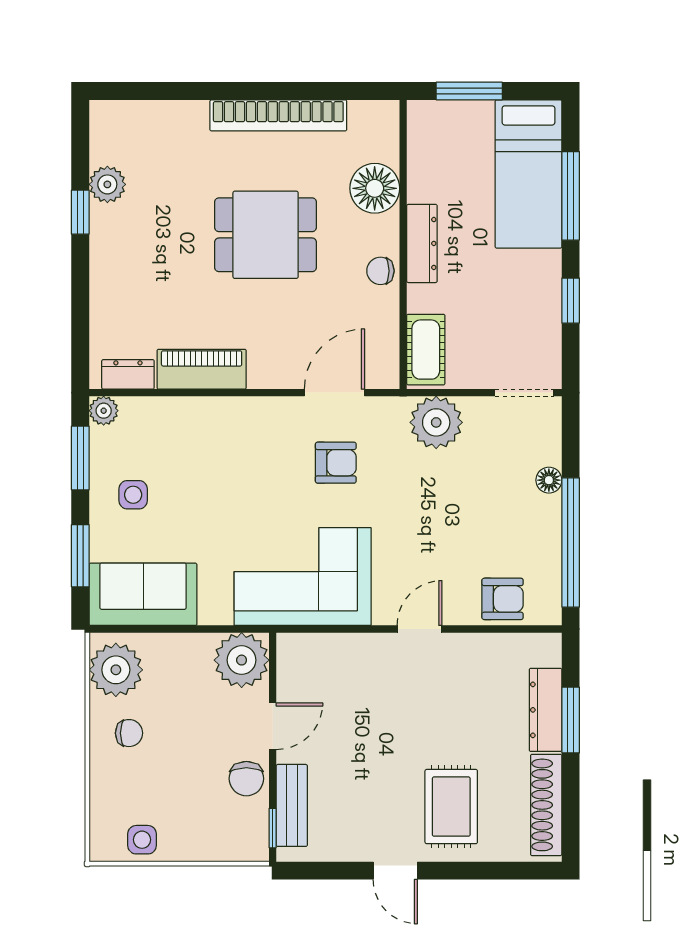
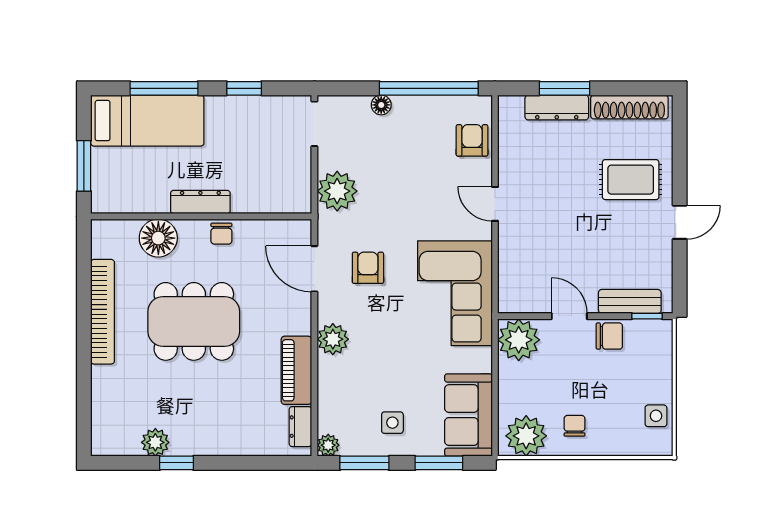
dining table: (266, 235) -> (194, 321), width x1.38
cot: (426, 350) -> (281, 199), removed
plant: (242, 417) -> (333, 339), added

